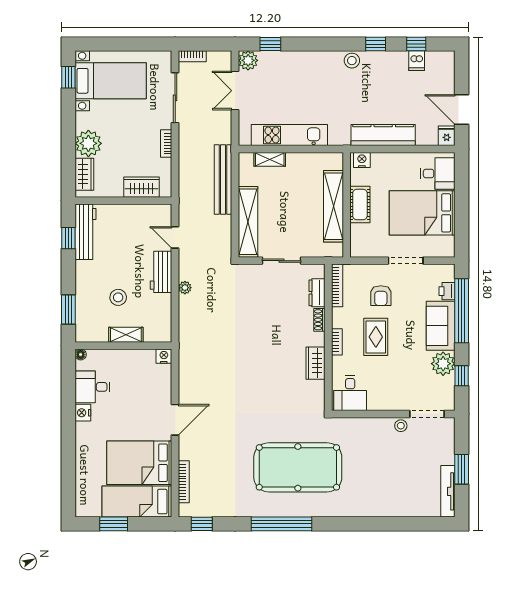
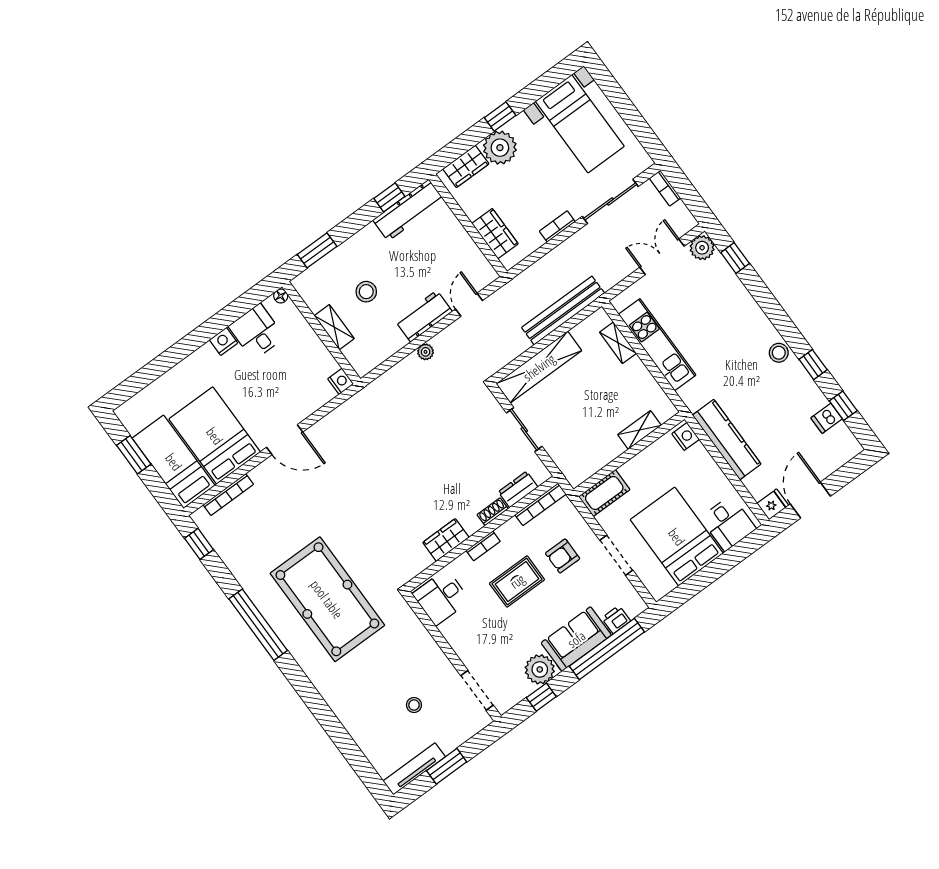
window: (68, 77) -> (500, 116), moved
cot: (360, 204) -> (604, 493), moved
shelving: (334, 206) -> (639, 430), width x0.45, depth x0.75
stool: (401, 426) -> (414, 705), moved

